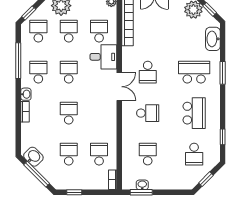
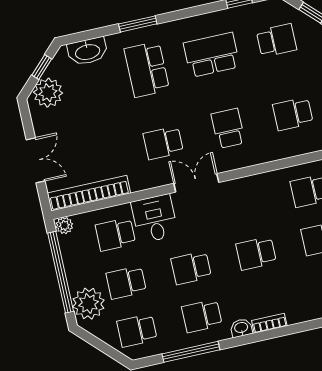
window: (29, 13) -> (112, 352), removed
school desk: (148, 72) -> (163, 143), turned 180

